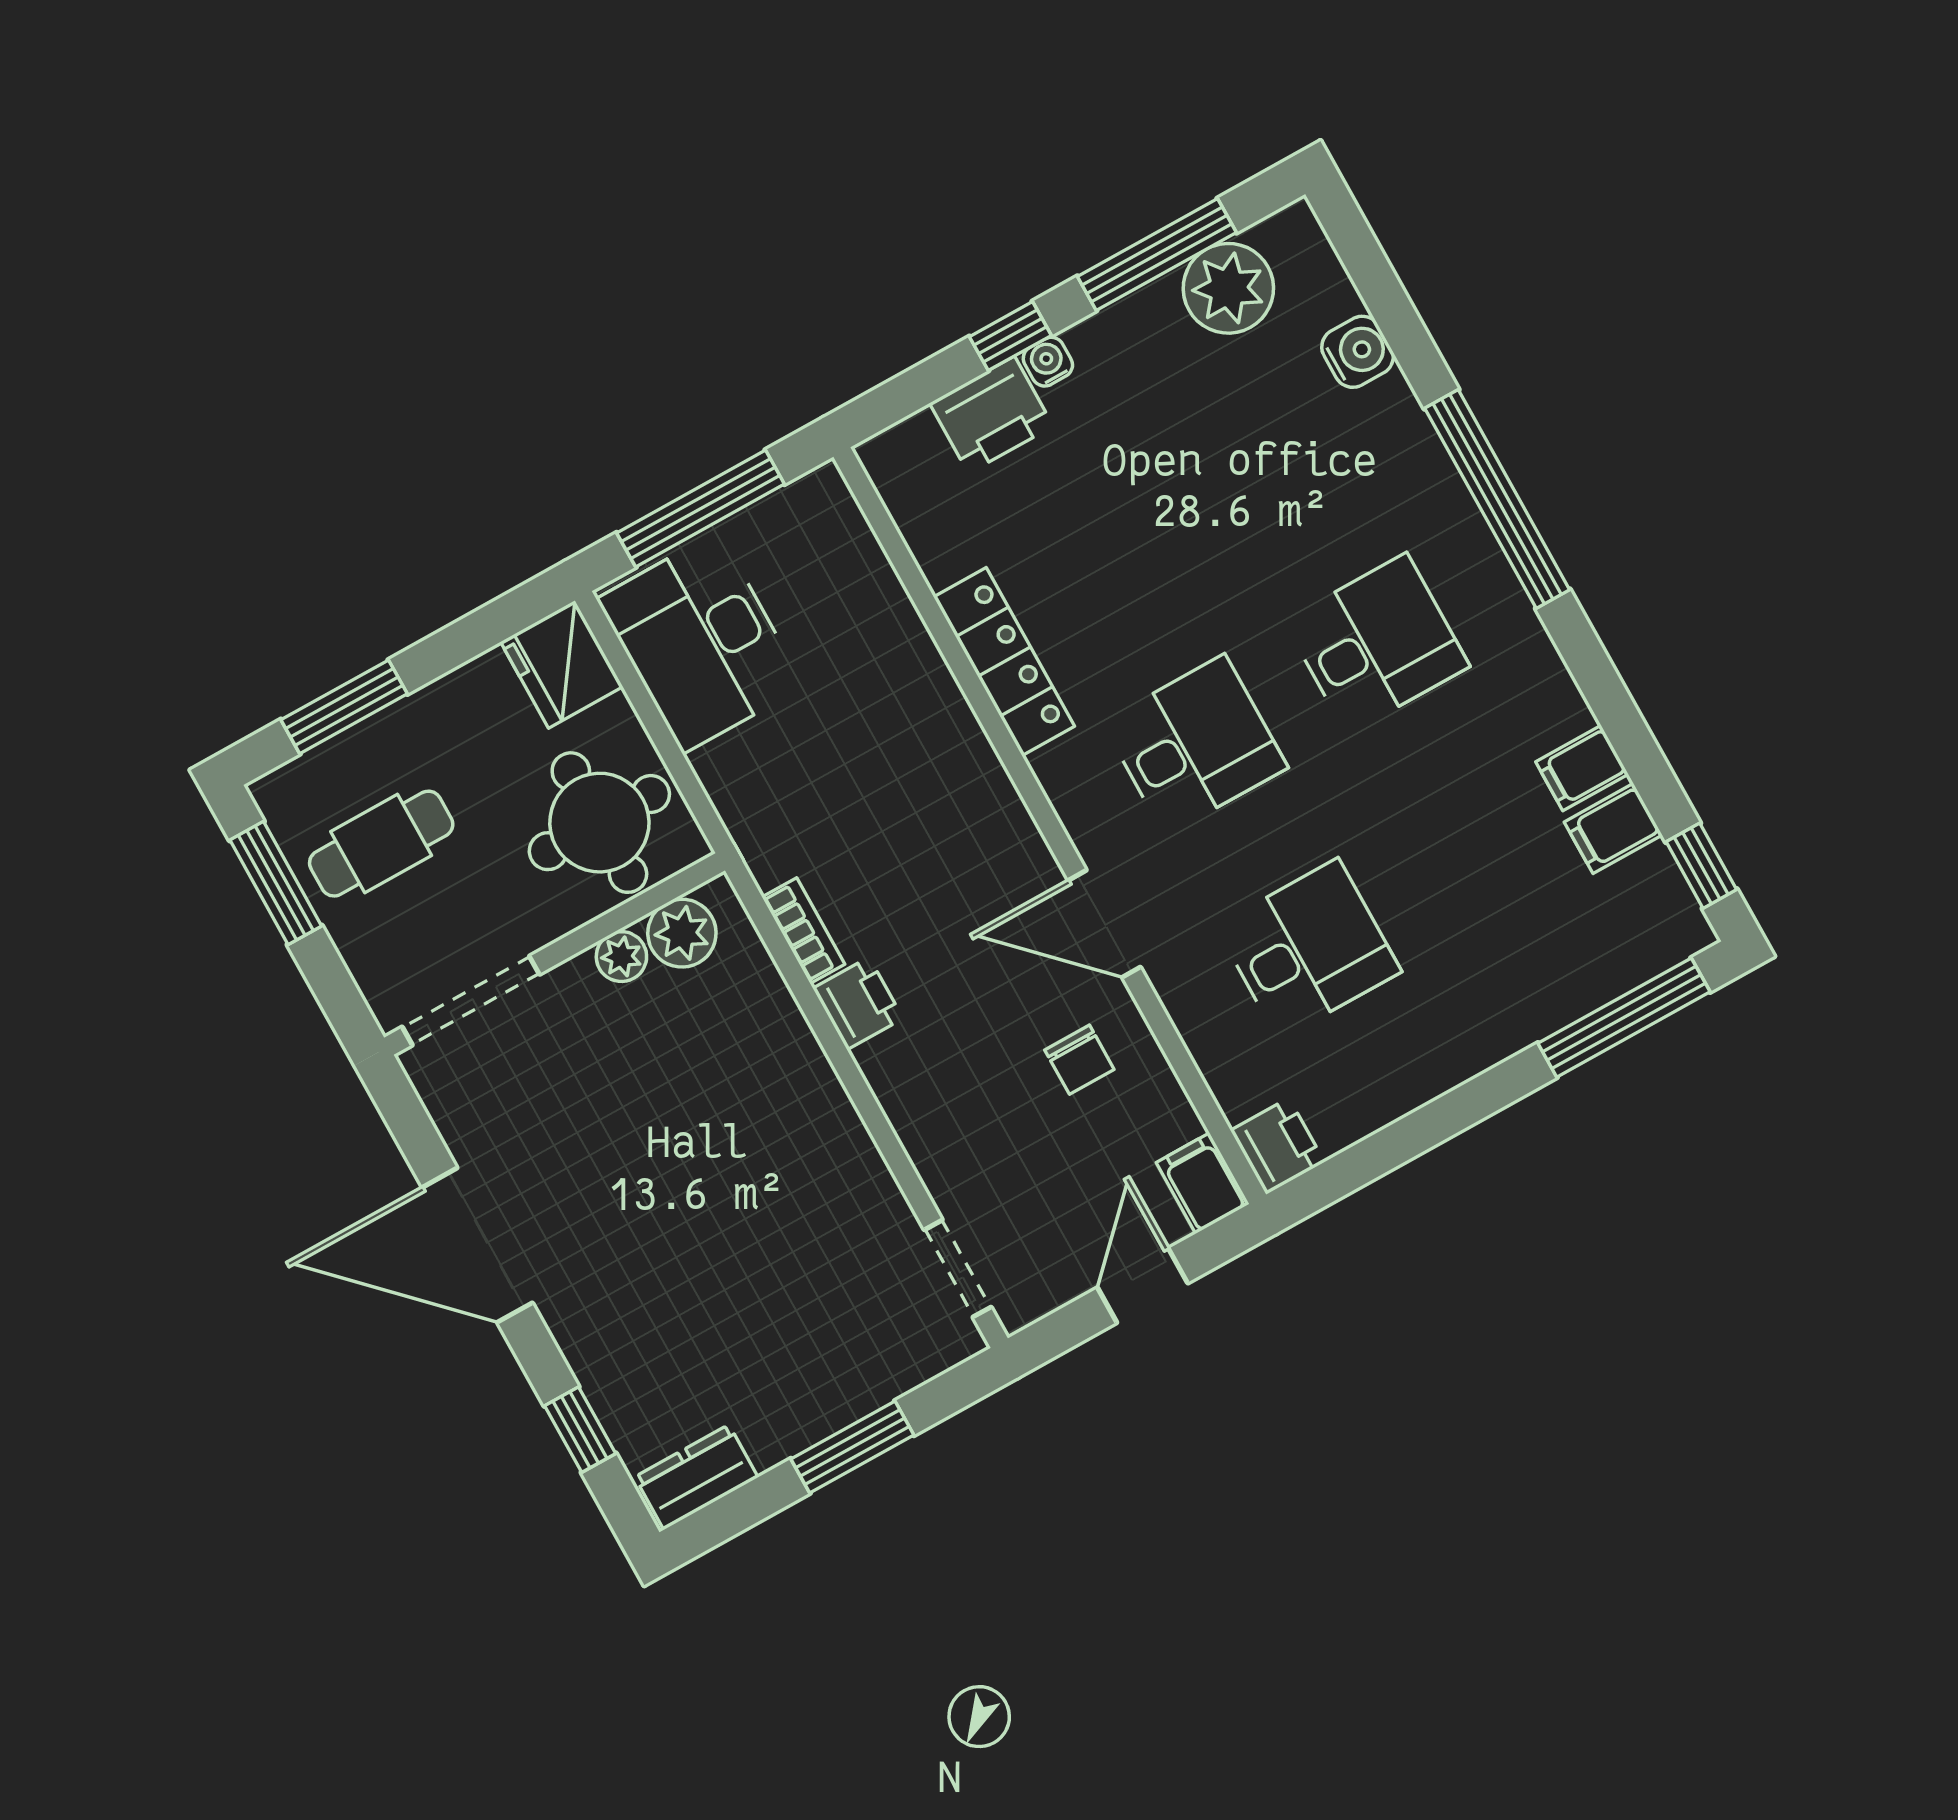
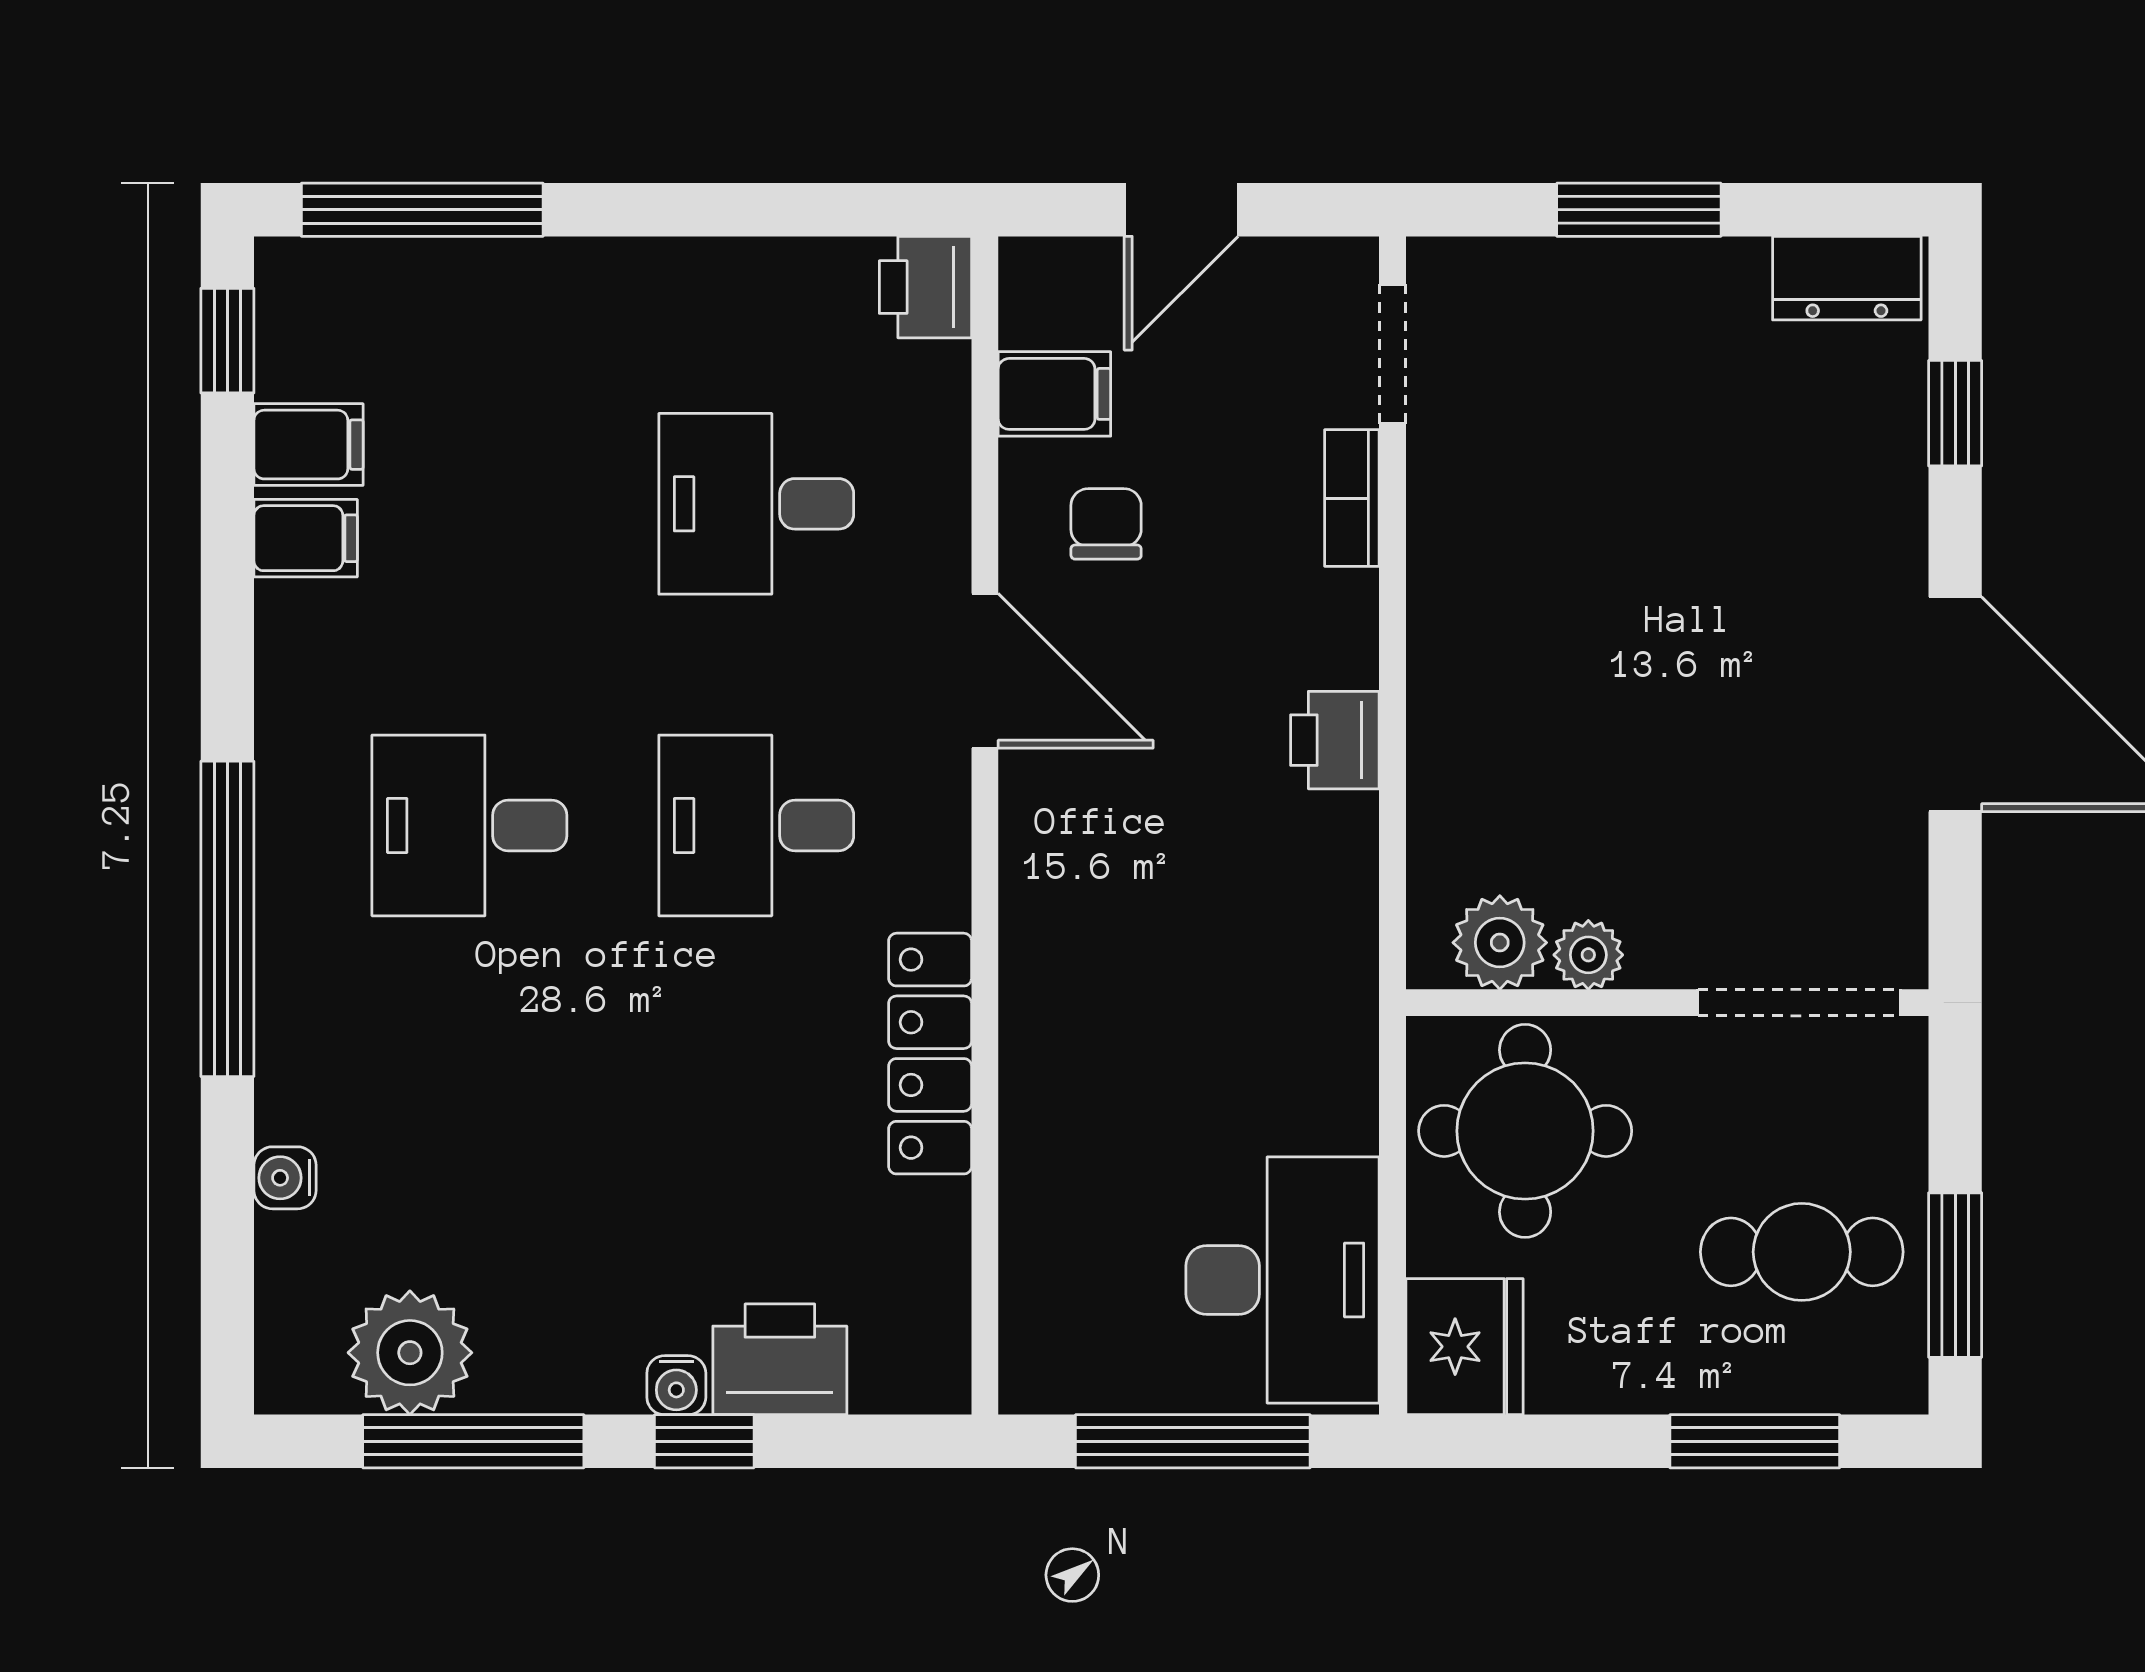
water cooler: (1358, 352) -> (285, 1178), width x0.72, depth x0.72
bookcase: (803, 931) -> (1352, 498), moved
filing cabinet: (1203, 1183) -> (1054, 394), moved, turned -90

